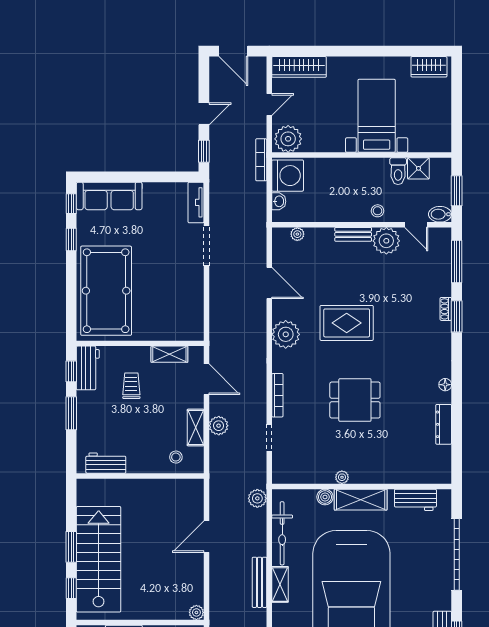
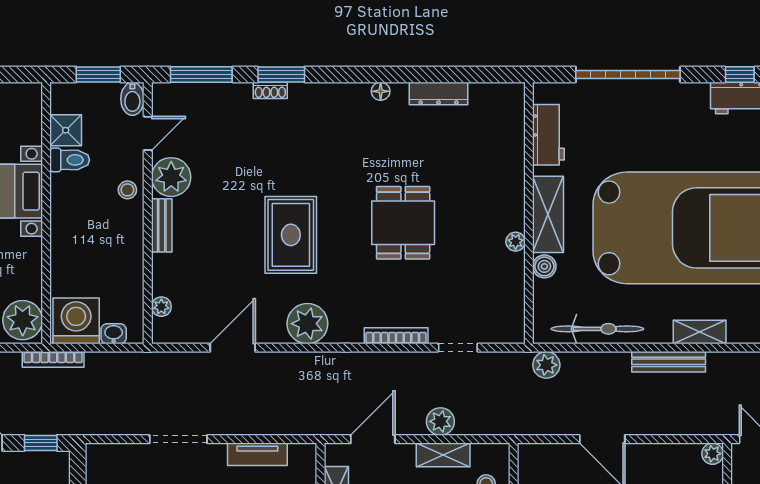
tv unit: (196, 202) -> (257, 454), moved
shelving: (280, 584) -> (700, 332), moved

